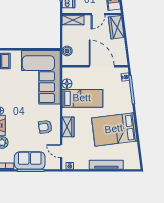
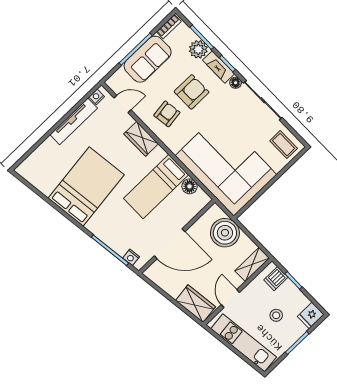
boiler: (67, 51) -> (225, 233), width x1.86, depth x1.86
armchair: (24, 126) -> (192, 92), added
tv unit: (106, 165) -> (74, 121), moved

